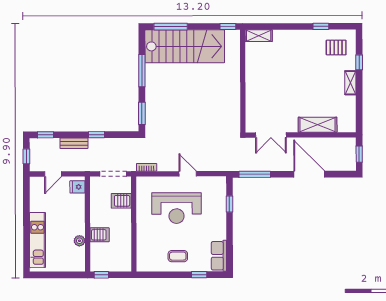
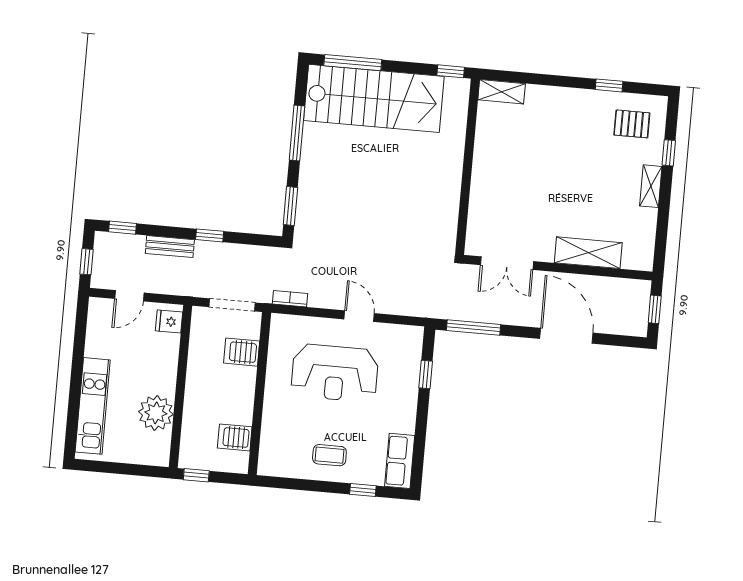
server rack: (100, 235) -> (235, 437), moved, turned 180
plant: (79, 241) -> (156, 413), width x1.88, depth x1.88

